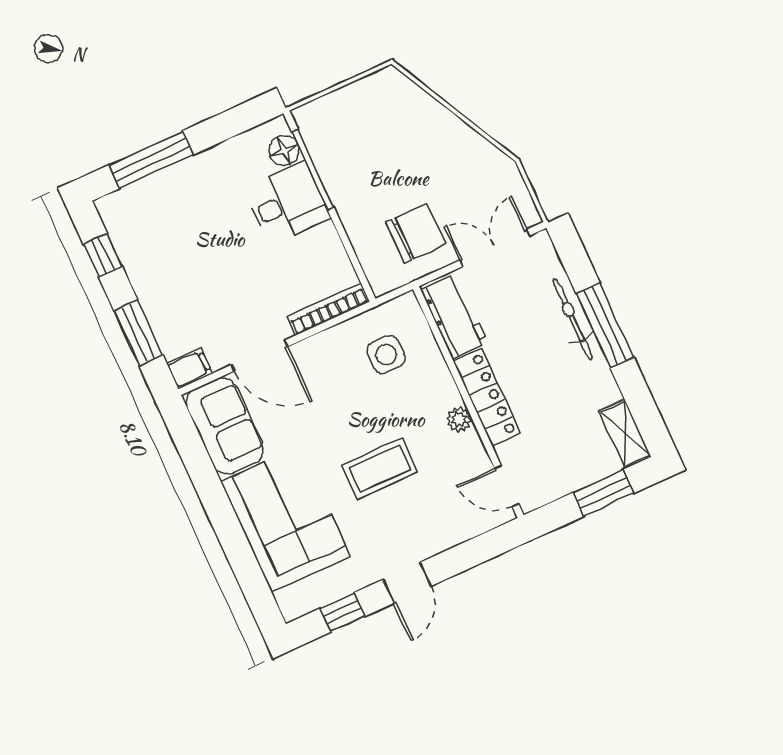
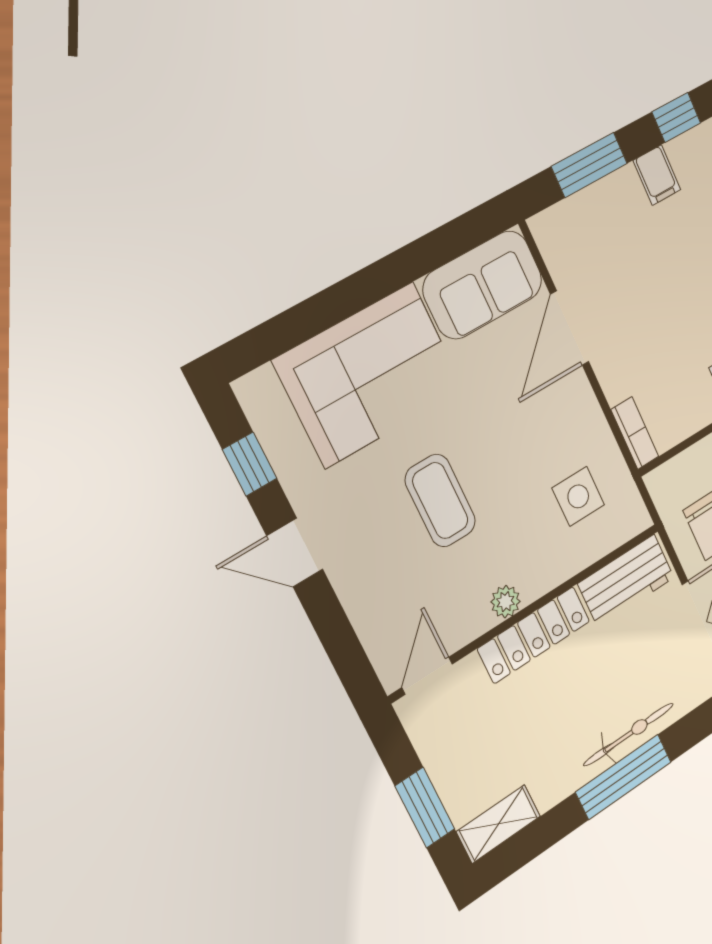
bookcase: (328, 309) -> (635, 433), width x0.64
filing cabinet: (190, 369) -> (657, 175), moved

